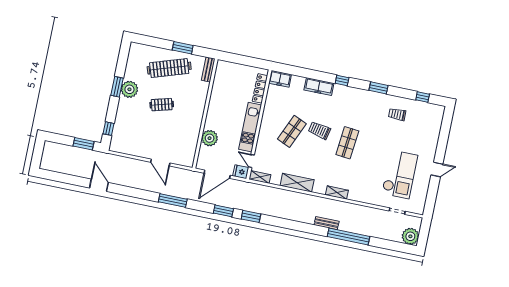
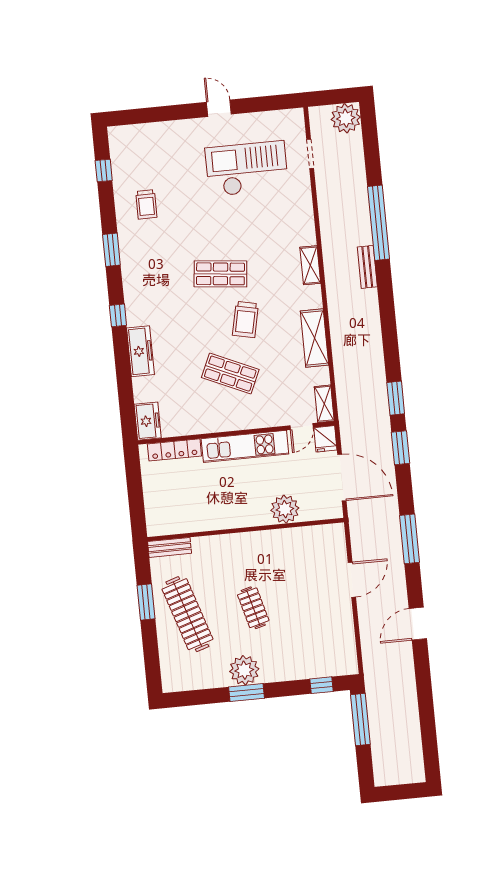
trolley: (319, 130) -> (245, 319), moved
window: (84, 144) -> (360, 719), width x1.44
door: (99, 185) -> (418, 624), moved

